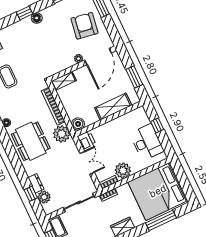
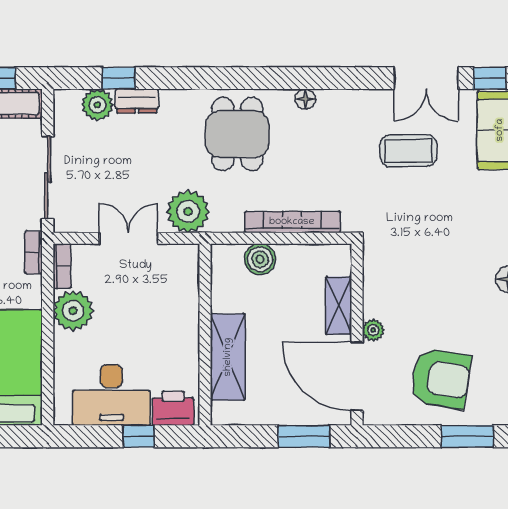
window: (134, 77) -> (304, 436), moved
shelving: (64, 81) -> (338, 305), moved
boiler: (78, 124) -> (260, 259), moved
plant: (62, 134) -> (188, 211), moved
dining table: (31, 141) -> (237, 134), width x0.73
printer: (87, 141) -> (173, 408), moved, turned 180
double door: (87, 163) -> (129, 238), swing flipped

